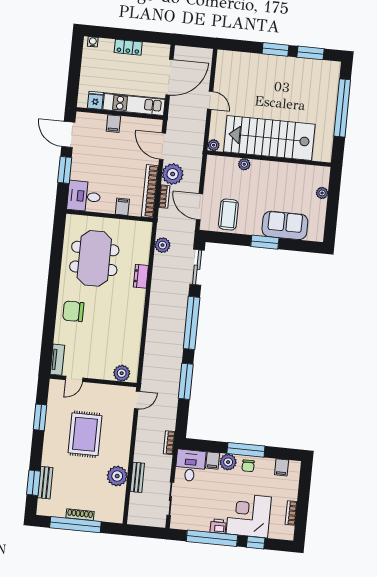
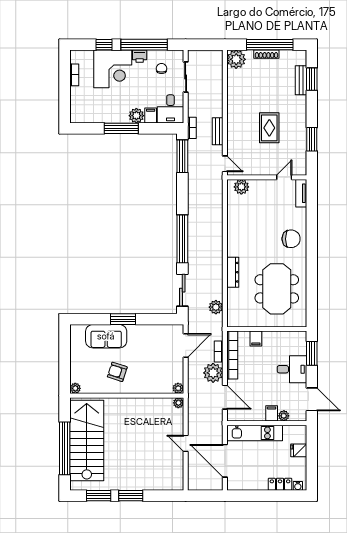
locker: (128, 47) -> (280, 484), moved
door: (169, 77) -> (225, 461), hinge flipped
fridge: (95, 100) -> (299, 450), moved, turned 90
plant: (100, 120) -> (284, 416), added
stairs: (269, 138) -> (87, 440), moved, turned -90
plant: (244, 164) -> (178, 388), moved
window: (65, 170) -> (312, 353), moved
armchair: (277, 185) -> (117, 372), added
plant: (322, 193) -> (75, 388), moved
desk: (84, 196) -> (292, 369), moved
door: (200, 207) -> (186, 345), hinge flipped
coffee table: (228, 215) -> (159, 341), removed
dresser: (141, 276) -> (233, 272), width x1.44
window: (186, 381) -> (182, 156), moved
door: (137, 400) -> (225, 164), swing flipped
rug: (85, 434) -> (269, 128), width x0.73, depth x0.70
chair: (248, 466) -> (161, 69), moved
filing cabinet: (282, 467) -> (87, 116), removed
plant: (117, 476) -> (236, 59), moved
bench: (137, 477) -> (218, 131), moved

